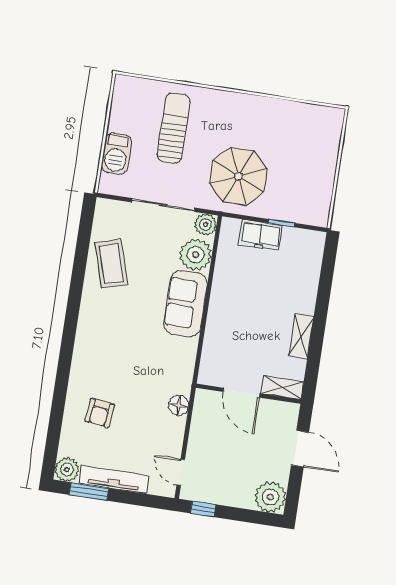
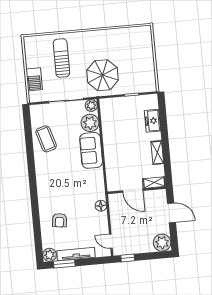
freezer: (260, 235) -> (152, 121), moved, turned 90

